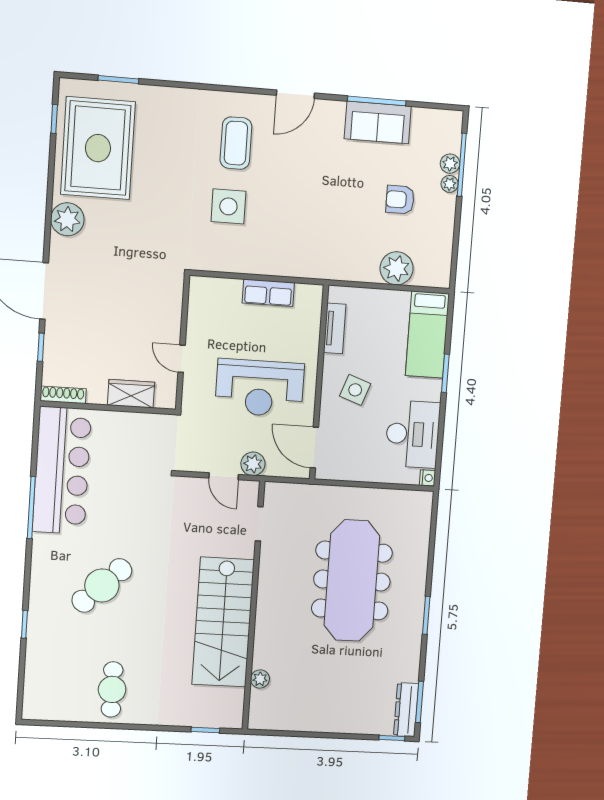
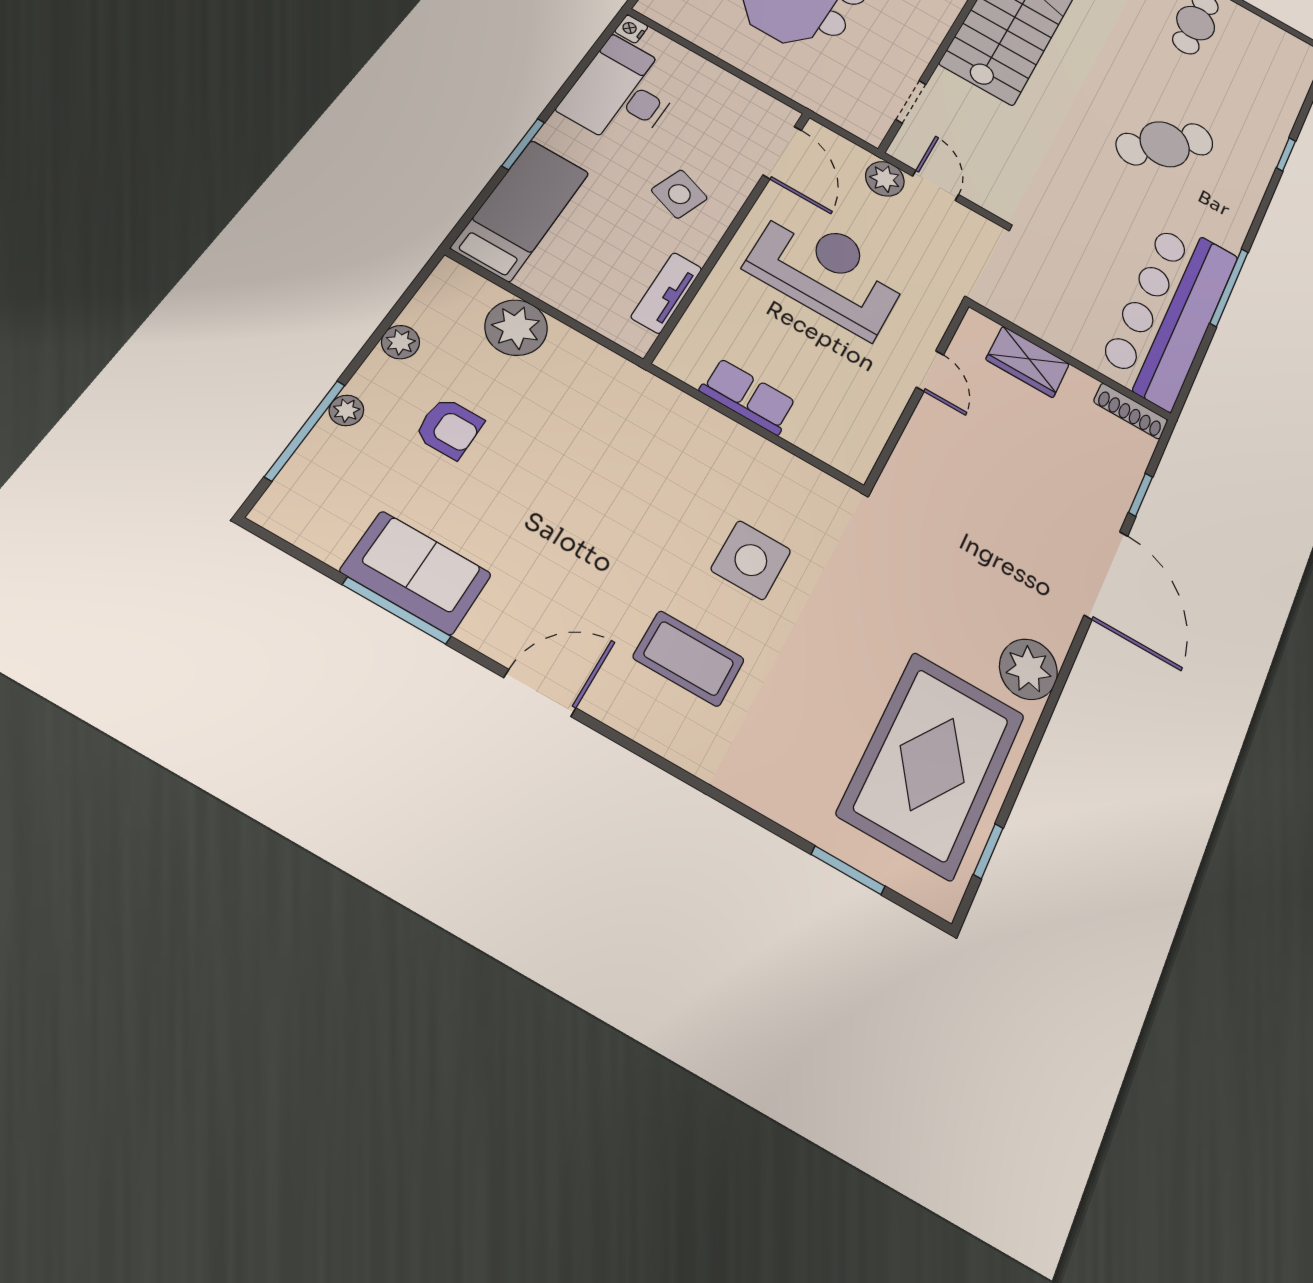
coffee table: (236, 143) -> (689, 658), turned 90
plant: (450, 164) -> (401, 342), moved

